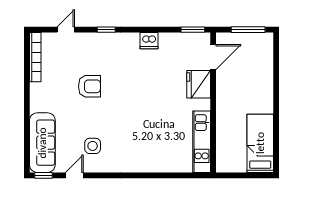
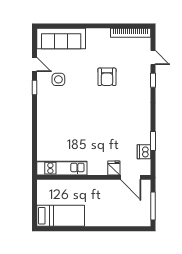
window: (106, 30) -> (153, 80), moved
window: (193, 30) -> (153, 141), moved
dishwasher: (149, 41) -> (144, 152), moved
fridge: (199, 84) -> (114, 168), width x0.53, depth x0.75
window: (44, 175) -> (35, 88), moved

